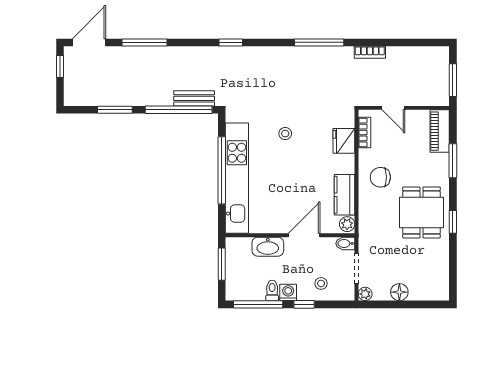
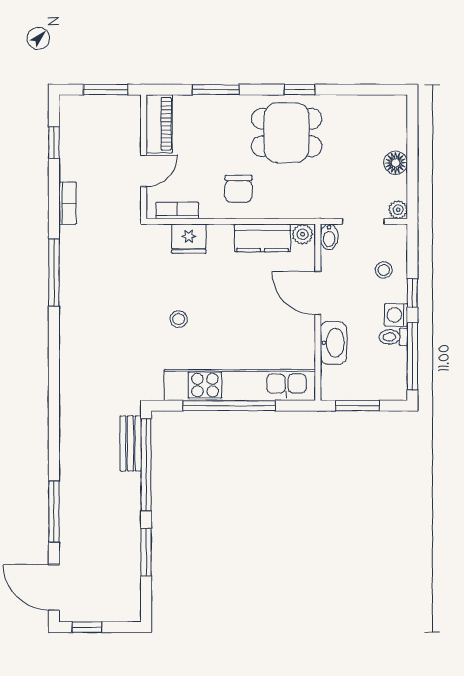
window: (231, 42) -> (54, 143), moved
piano: (440, 131) -> (159, 124), moved, turned -90

